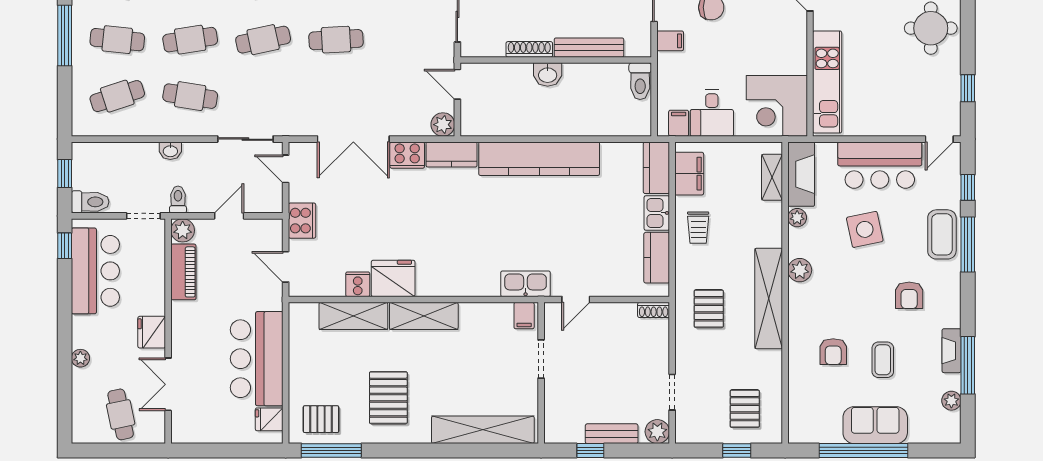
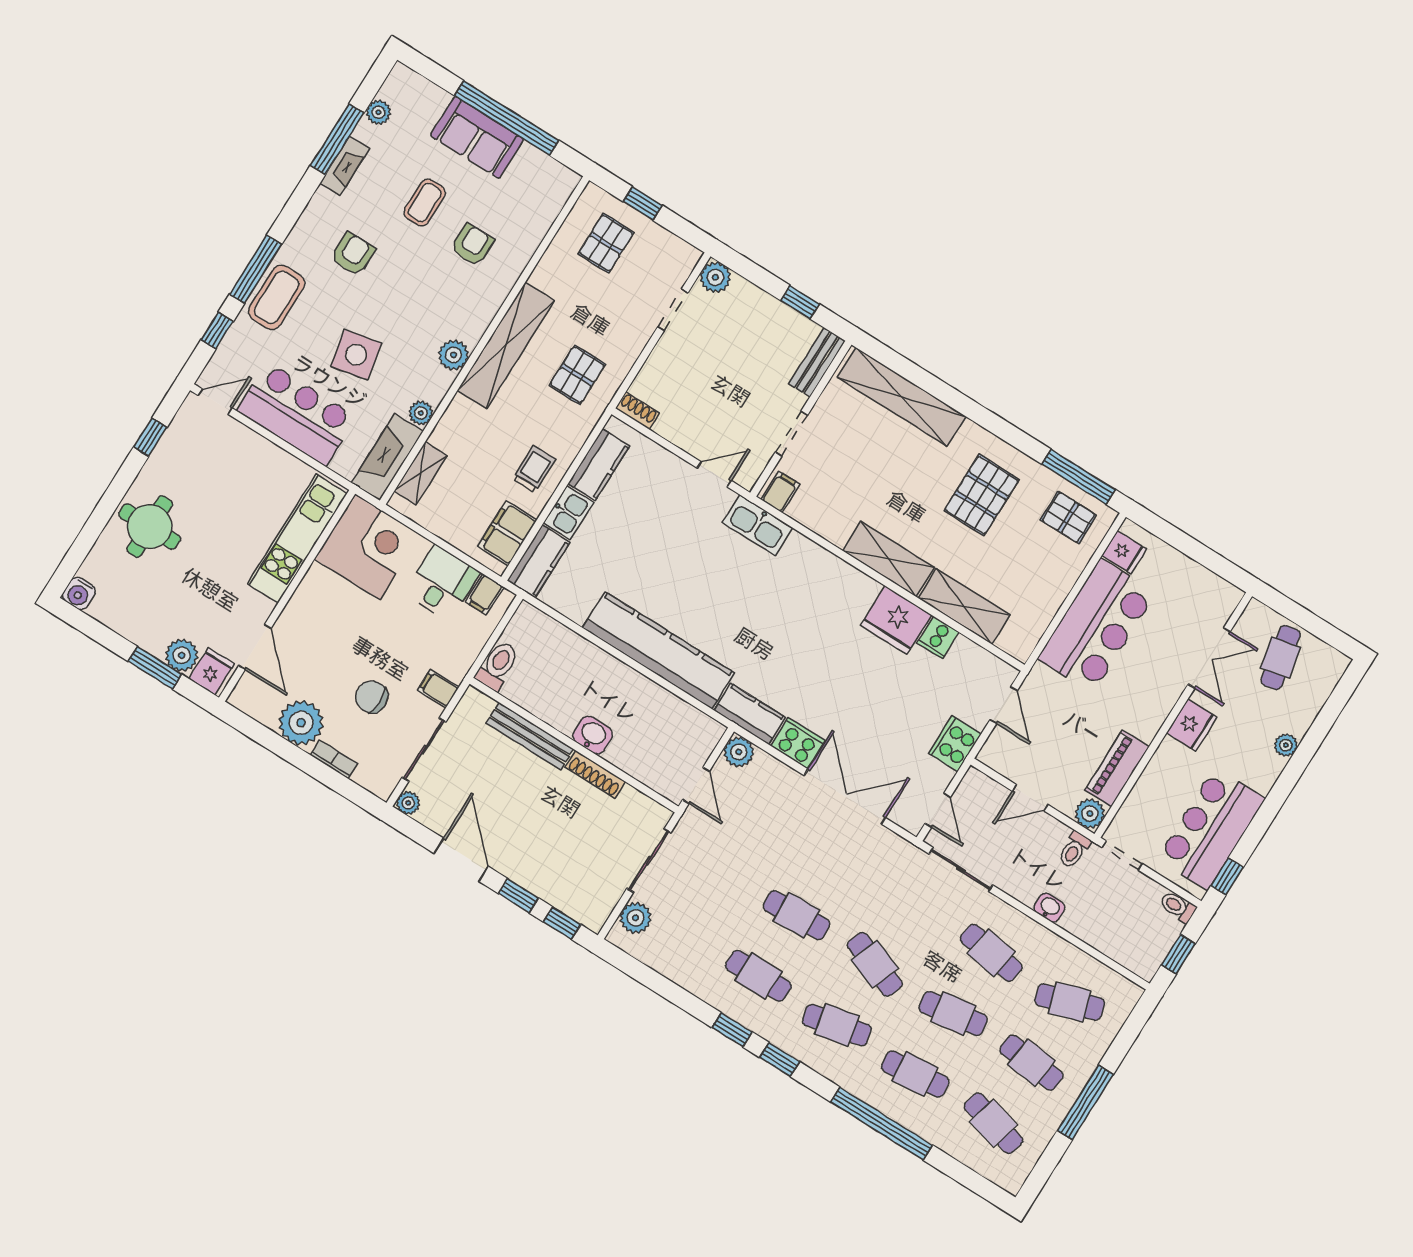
cafe table: (263, 40) -> (875, 964), turned 33
toilet: (90, 202) -> (1178, 907), width x0.73, depth x0.72
bench: (612, 434) -> (817, 362), moved, turned 90

